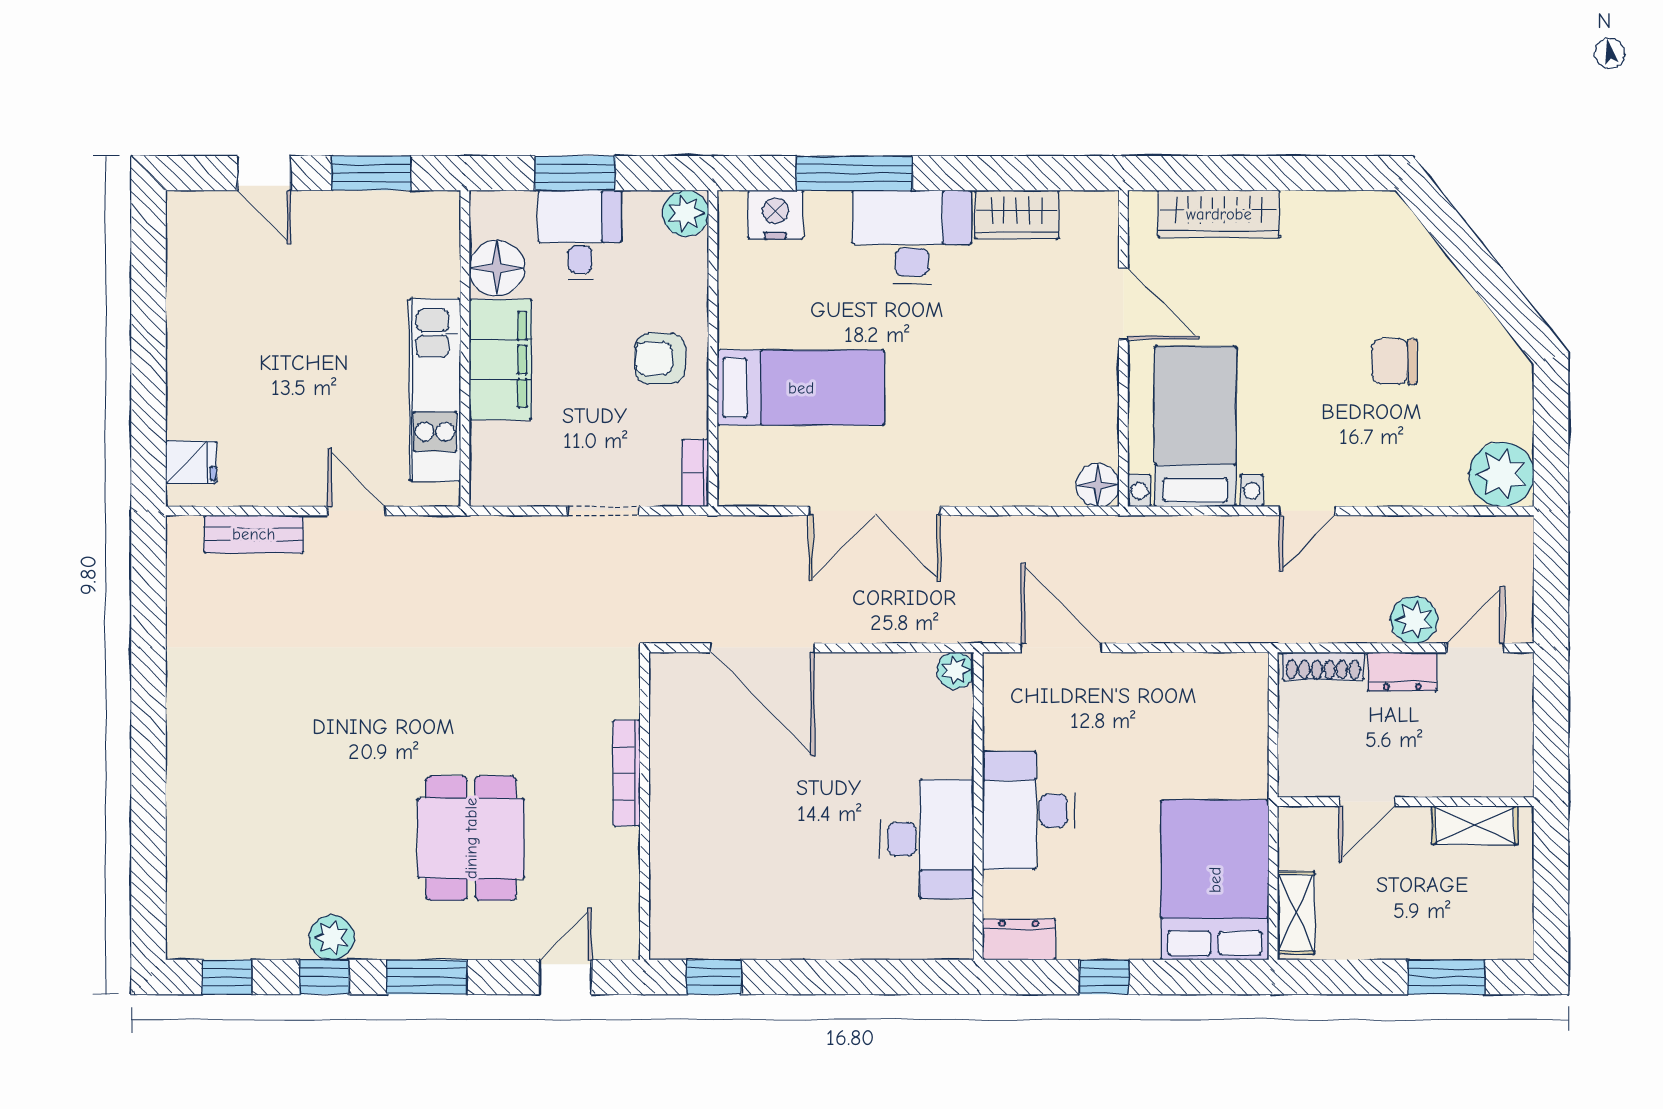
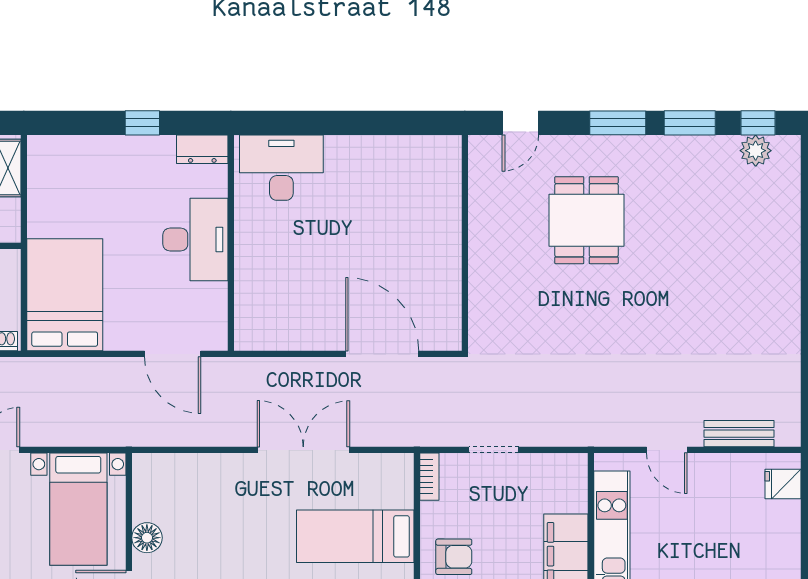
floor lamp: (1098, 485) -> (147, 538), moved
plant: (955, 670) -> (247, 338), removed
bookcase: (627, 773) -> (477, 266), removed
desk: (927, 839) -> (281, 168), moved, turned 90
bed: (1215, 880) -> (65, 295), moved, turned 180
plant: (332, 937) -> (756, 151), moved
window: (324, 977) -> (690, 123), width x1.50
window: (714, 977) -> (416, 123), removed

